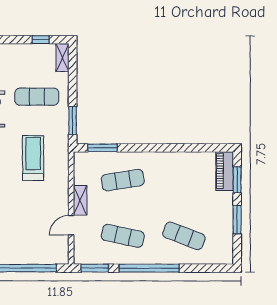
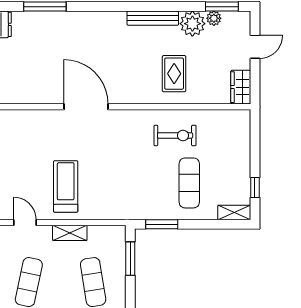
treadmill: (33, 158) -> (66, 186), moved, turned -90
door: (71, 225) -> (25, 223), moved

